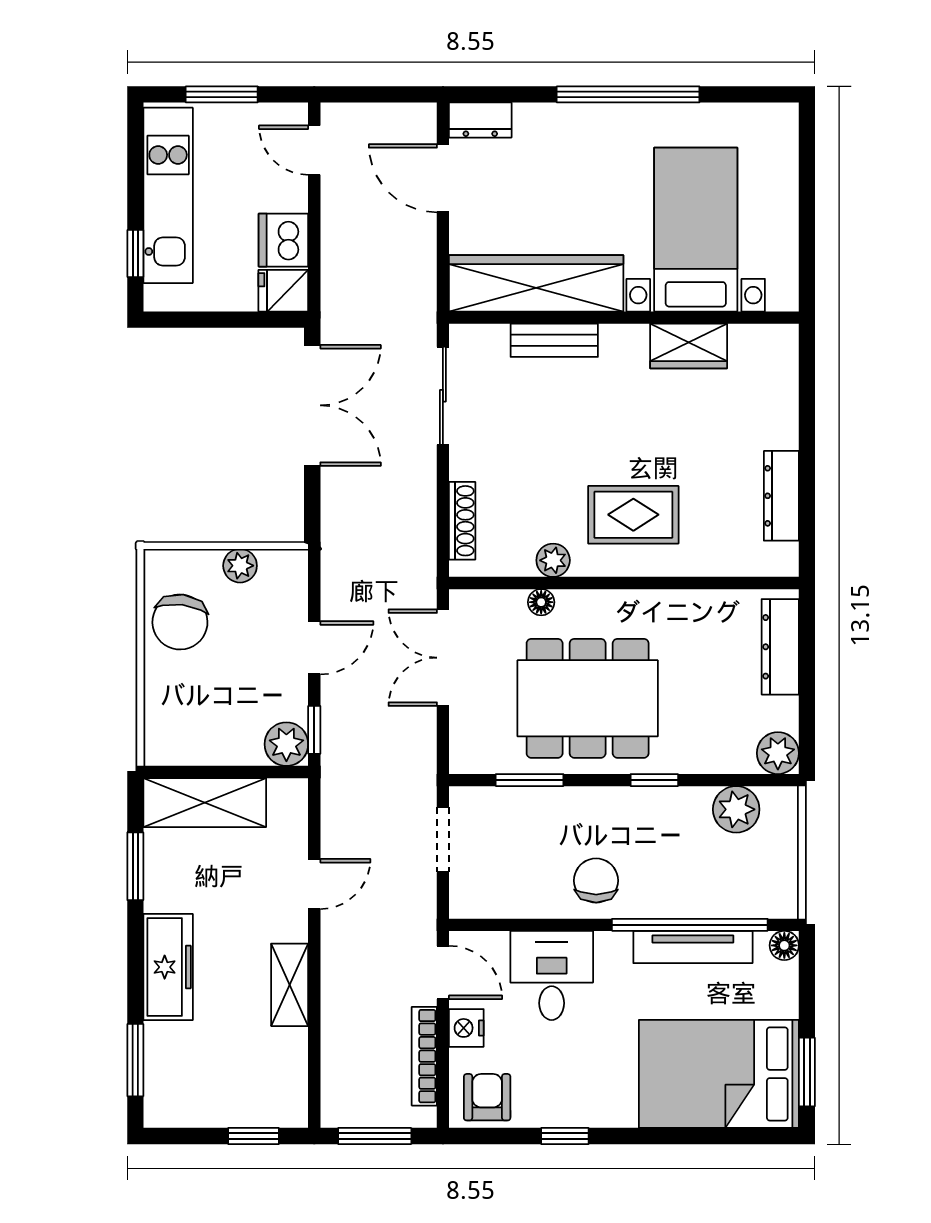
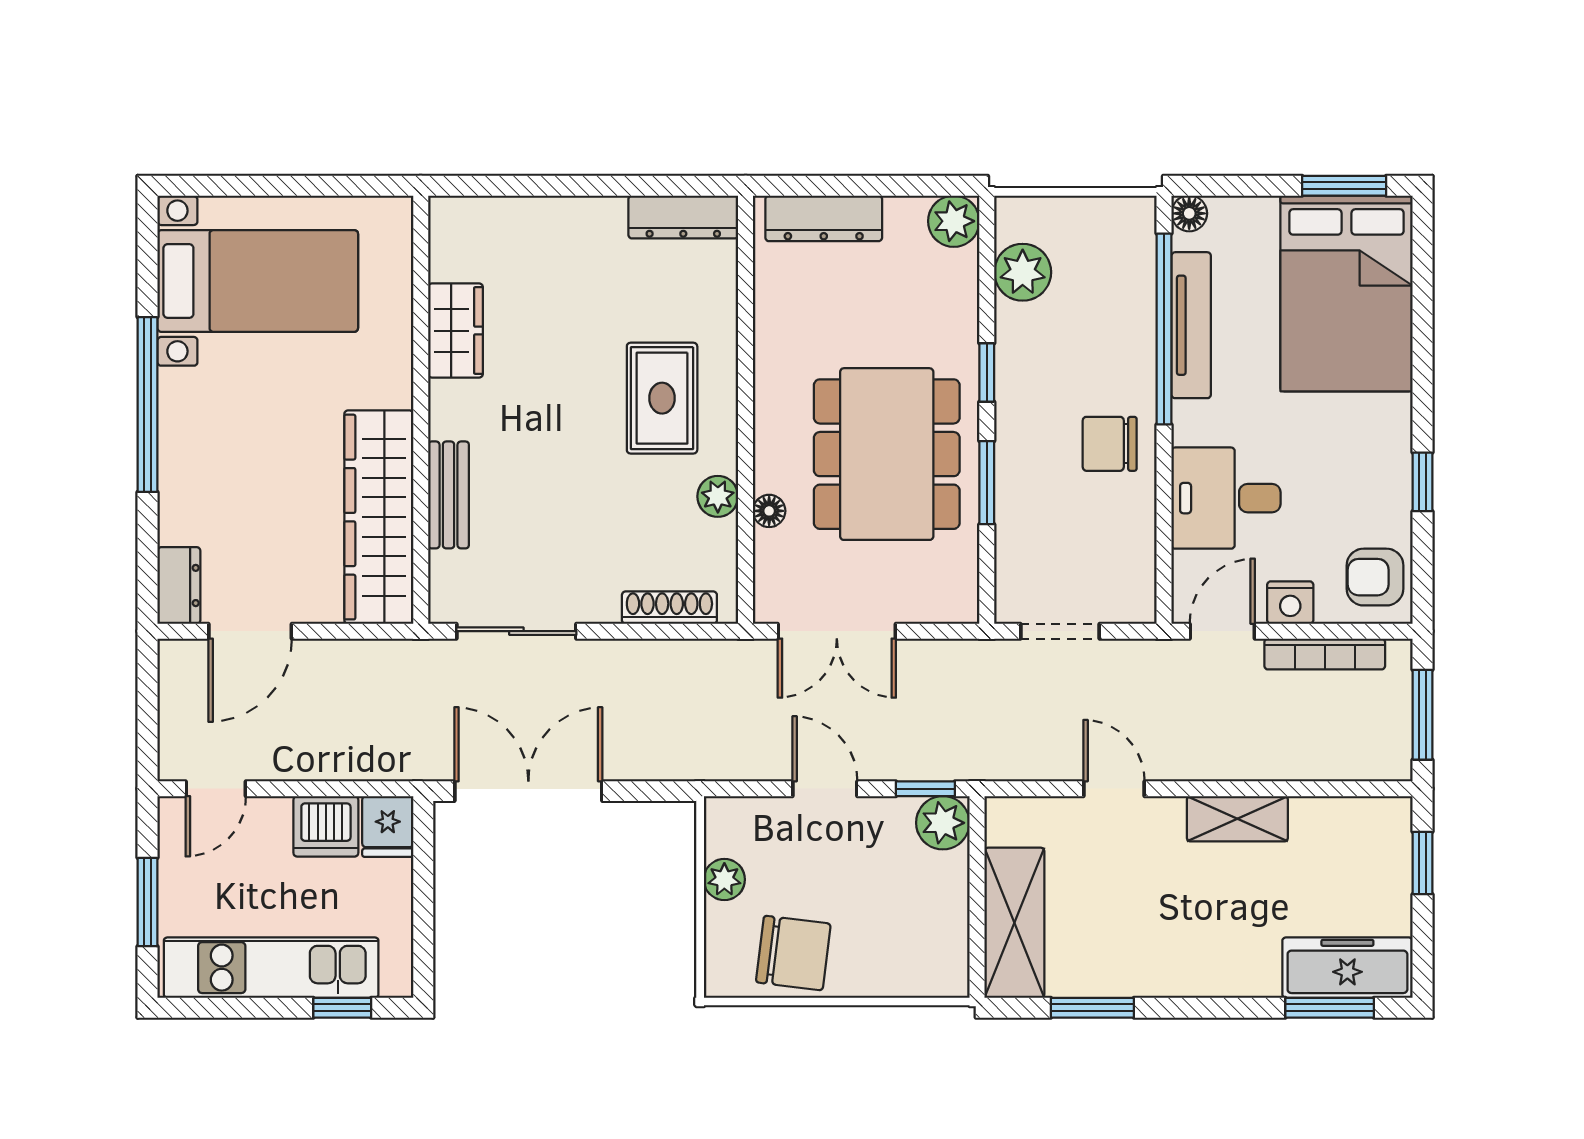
bed with nightstands: (696, 230) -> (258, 281), moved, turned 180
dresser: (781, 496) -> (683, 217), moved
window: (530, 780) -> (987, 483), moved
freezer: (168, 967) -> (1347, 968), moved

